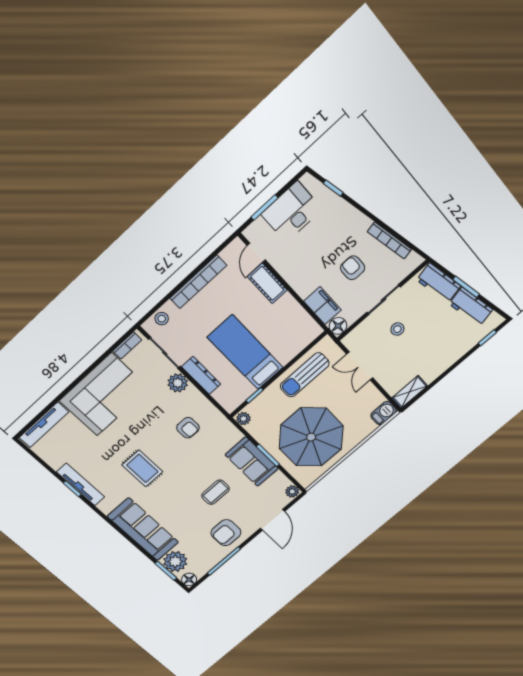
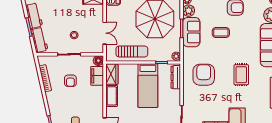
cot: (267, 283) -> (112, 96), moved
wardrobe: (305, 325) -> (112, 74), added
dresser: (201, 375) -> (176, 77), moved
plant: (178, 383) -> (189, 11), moved
armchair: (188, 428) -> (204, 75), width x1.88, depth x1.88

